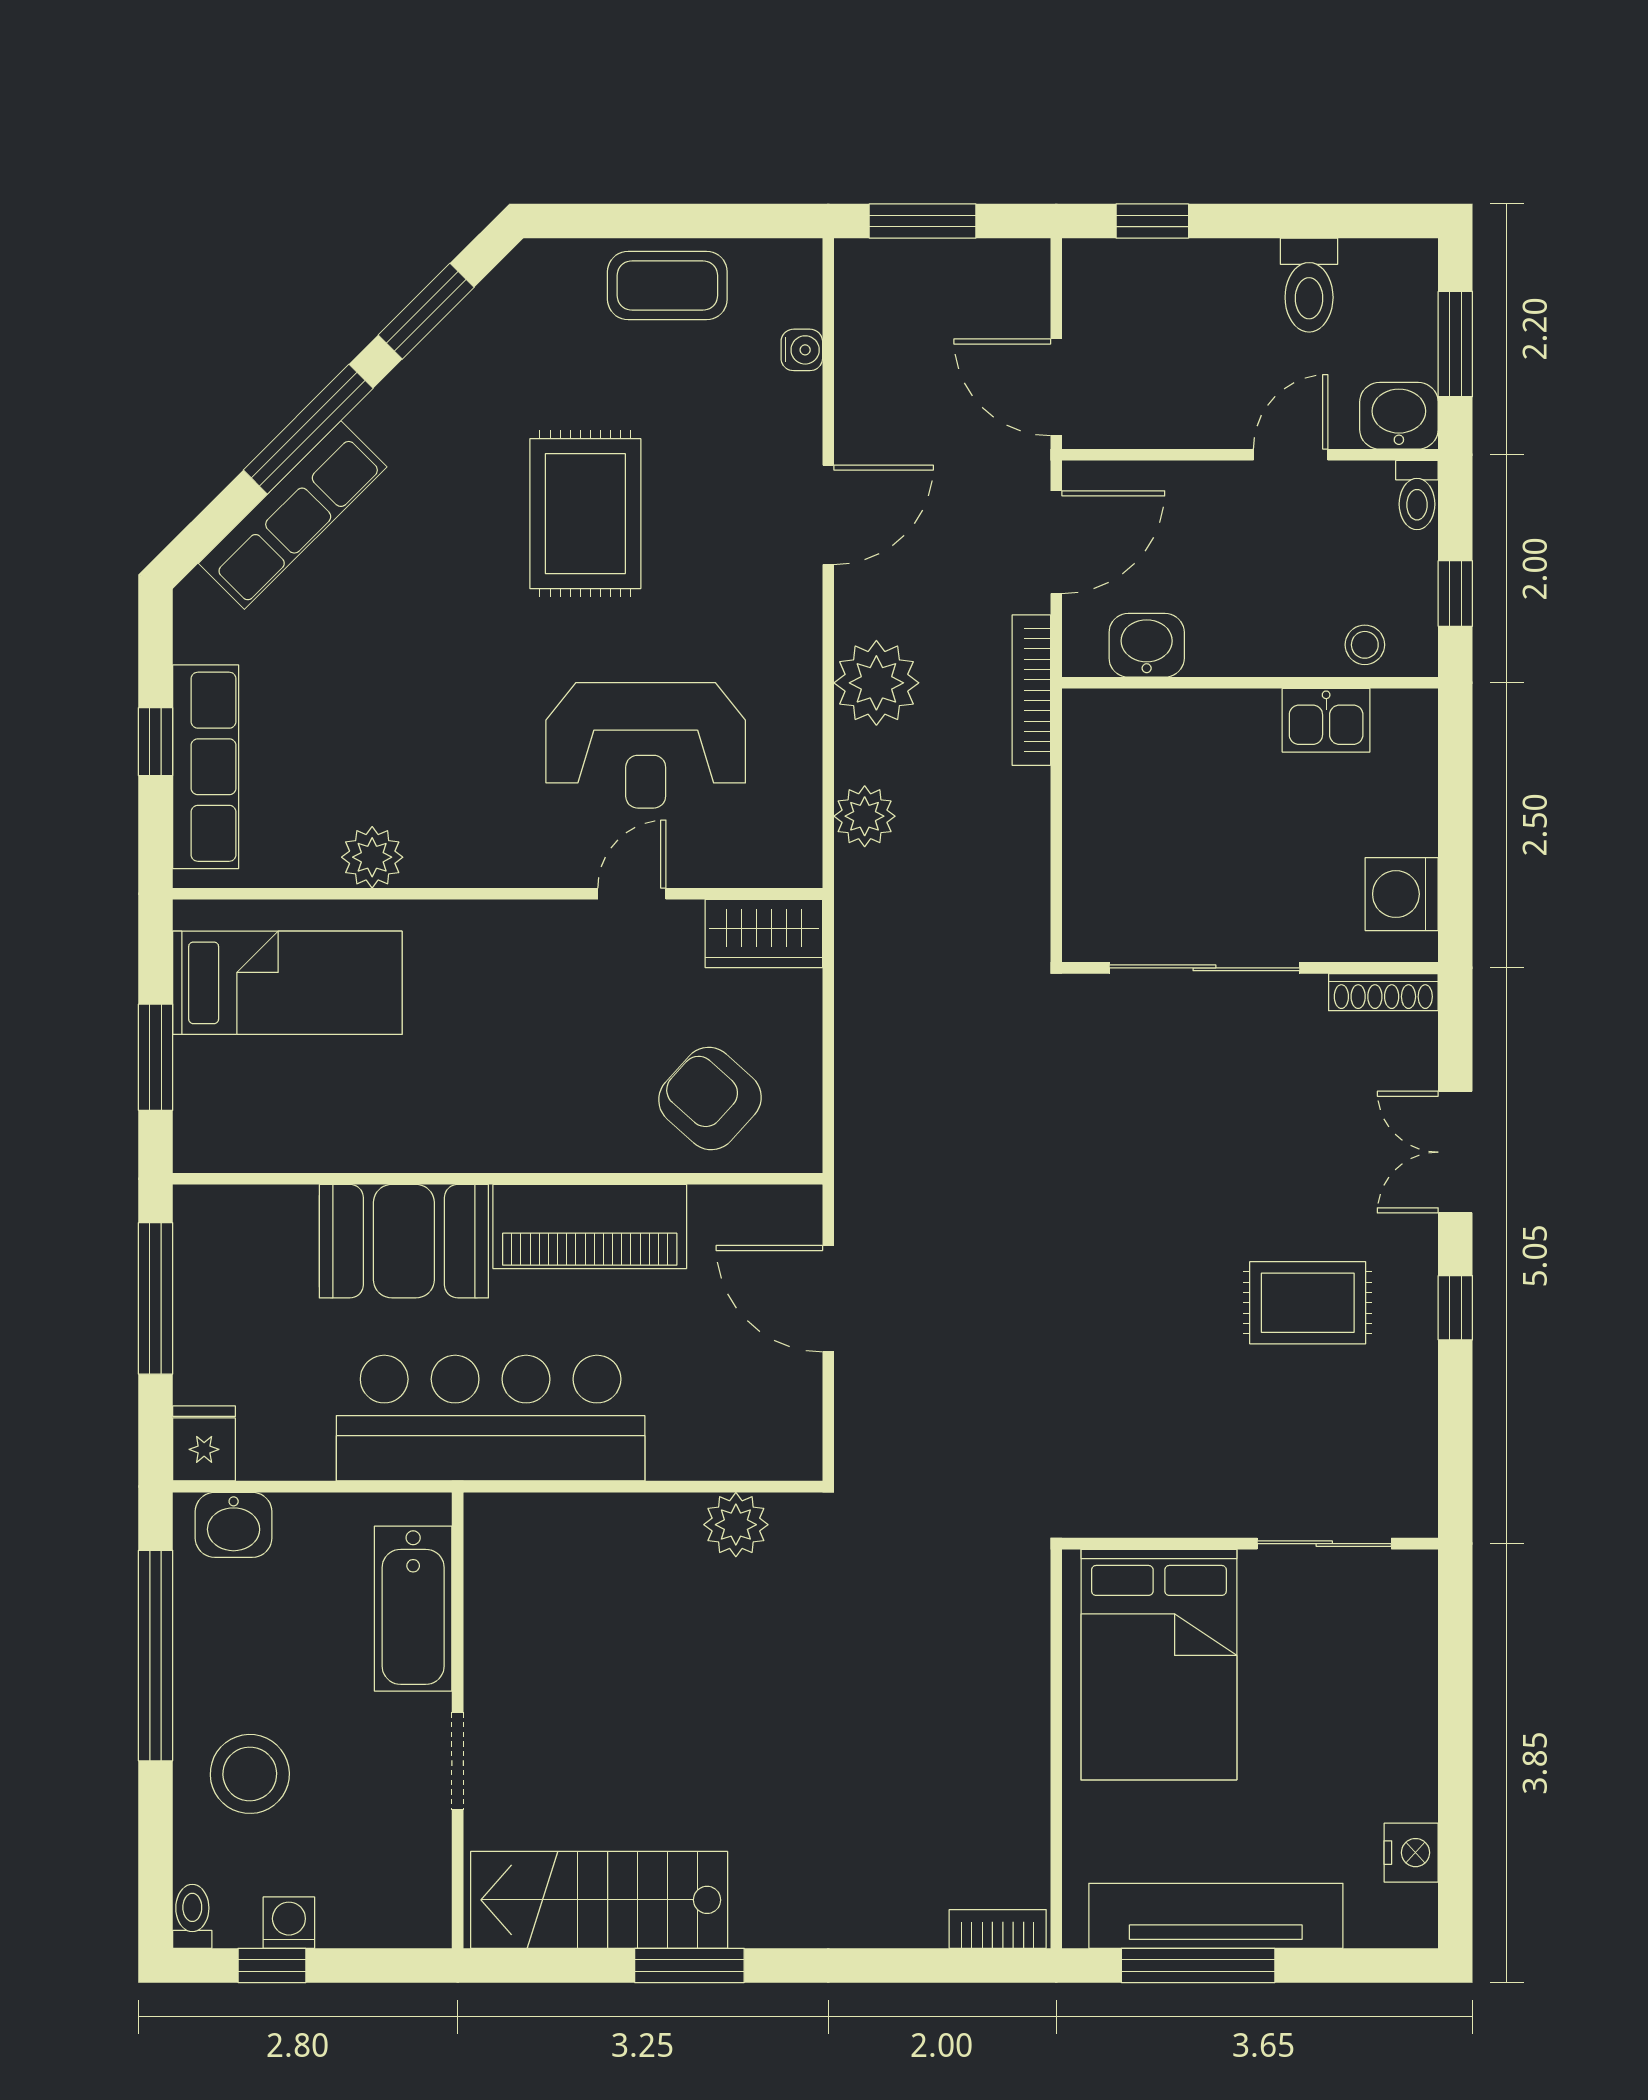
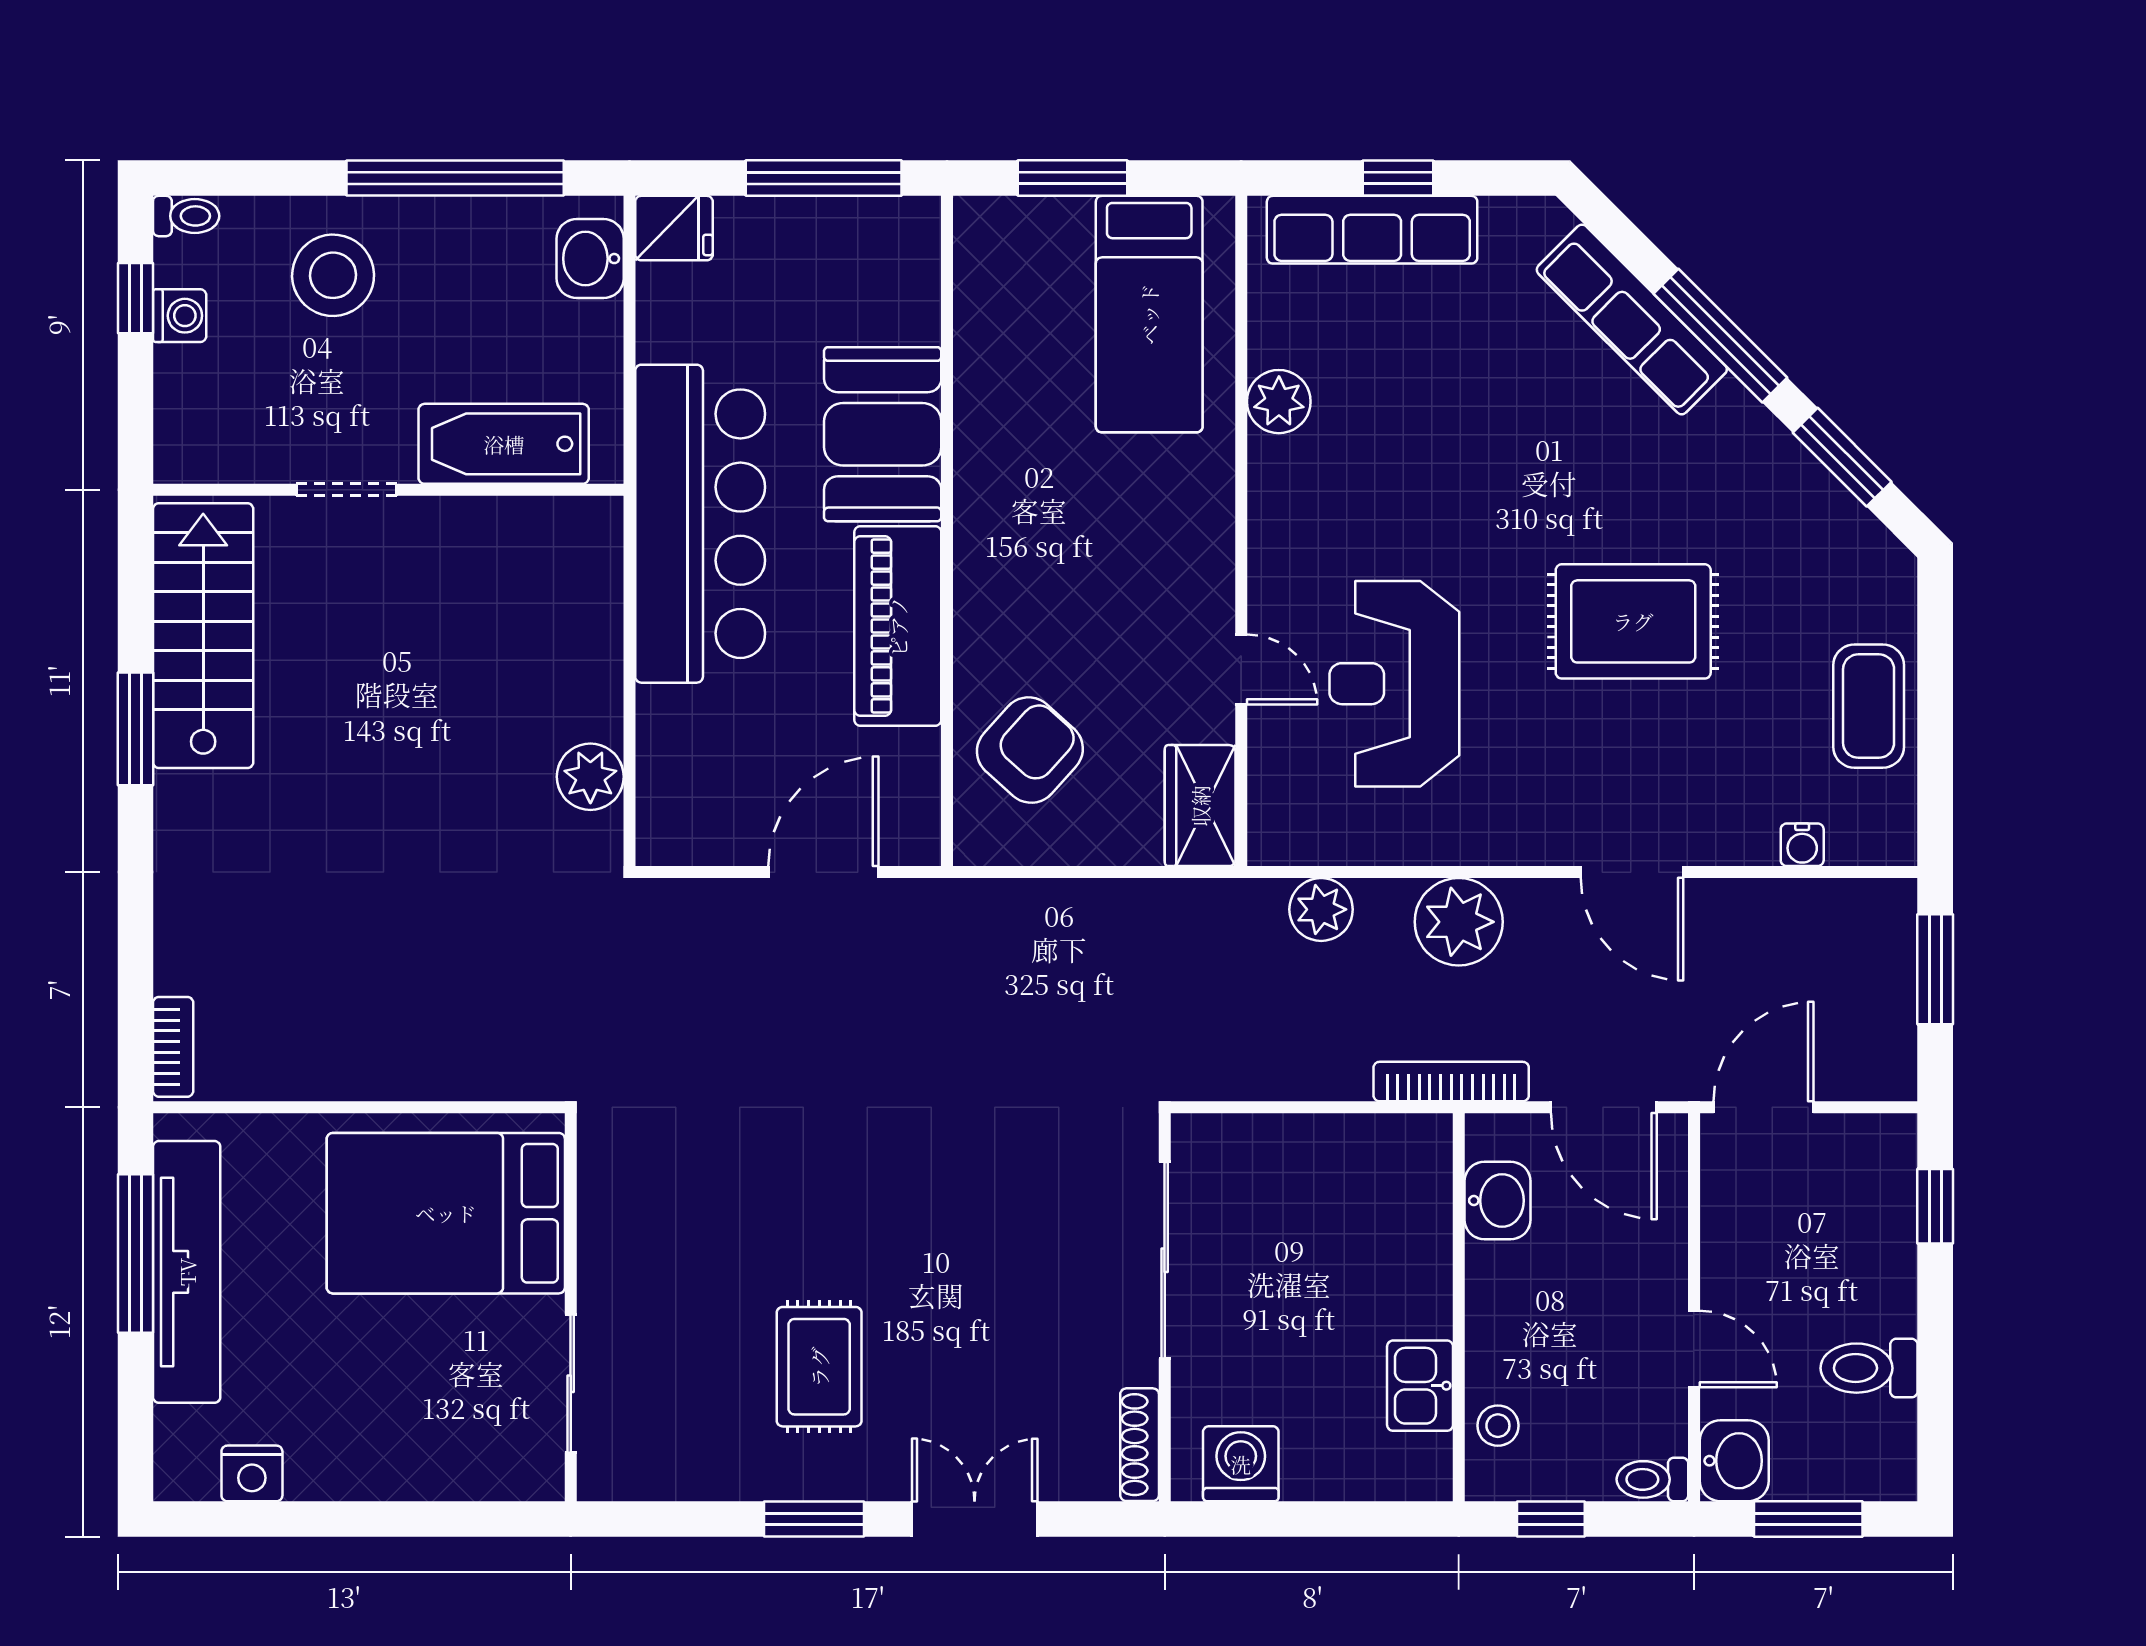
window: (1455, 1308) -> (814, 1519), width x1.50

